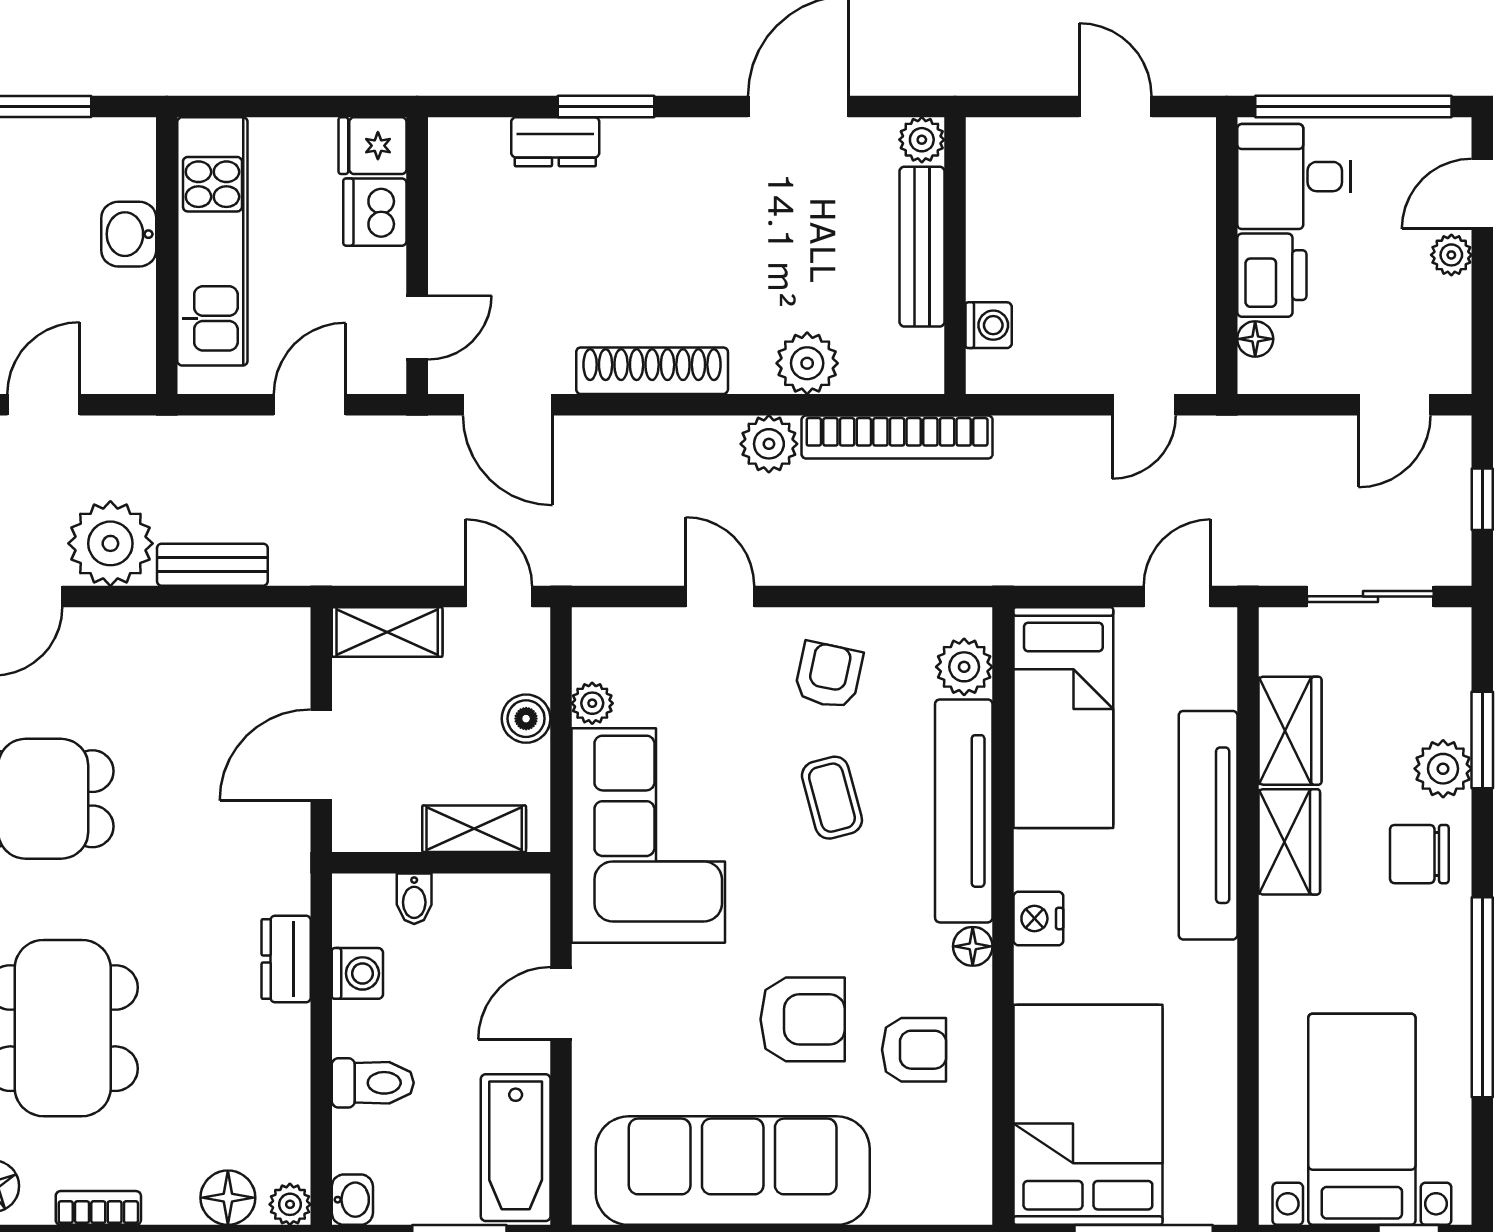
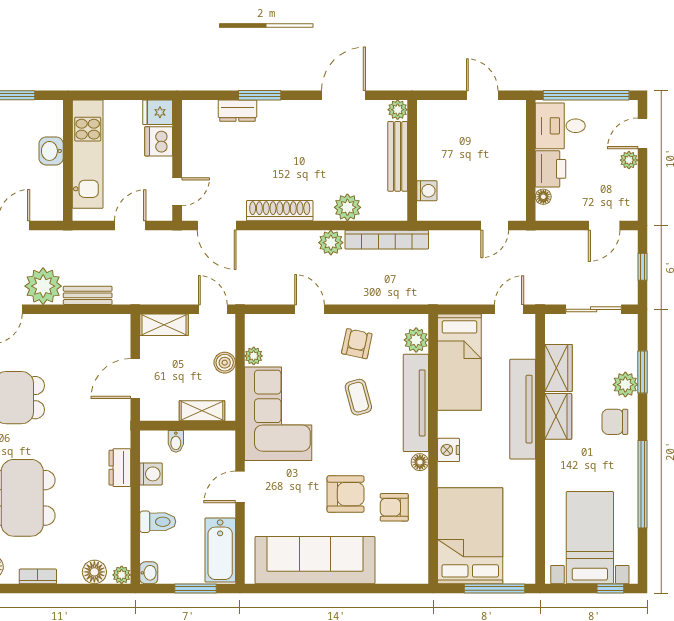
armchair: (914, 1050) -> (394, 507), turned 180

